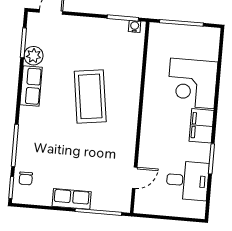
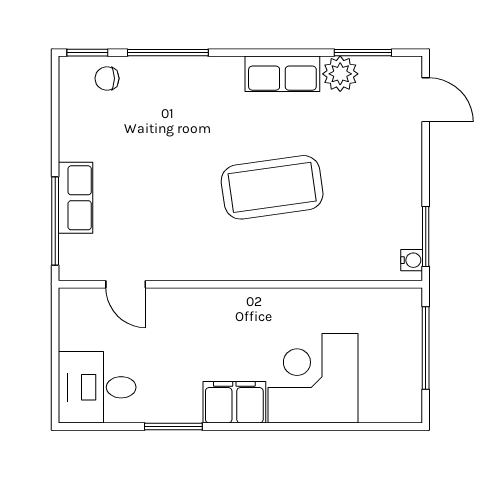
desk: (187, 181) -> (97, 387), moved, turned 90
row of seats: (72, 199) -> (76, 198), moved

